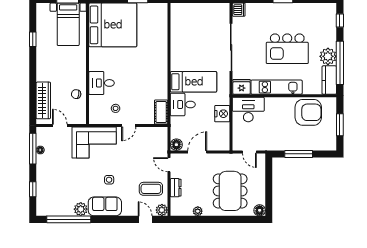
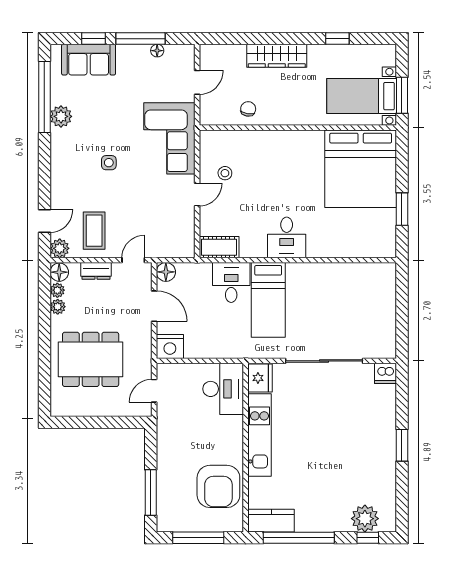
kitchen island: (287, 49) -> (322, 452), removed
plant: (328, 56) -> (365, 519), moved
desk: (102, 83) -> (287, 237), moved, turned 180
wardrobe: (43, 100) -> (277, 56), moved
nightstand: (222, 114) -> (170, 347), moved
window: (340, 125) -> (198, 538), width x1.44
door: (129, 126) -> (197, 195), swing flipped
window: (33, 149) -> (140, 39), moved
window: (299, 154) -> (151, 493), moved
sofa: (105, 206) -> (89, 60), moved, turned 90
floor lamp: (260, 210) -> (59, 272), moved
plant: (188, 211) -> (57, 290), added

